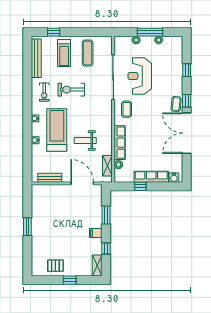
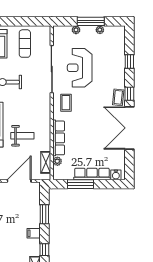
weight bench: (85, 140) -> (22, 136), turned 180
door: (82, 183) -> (19, 181), hinge flipped
window: (140, 186) -> (81, 184), width x2.17

